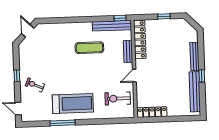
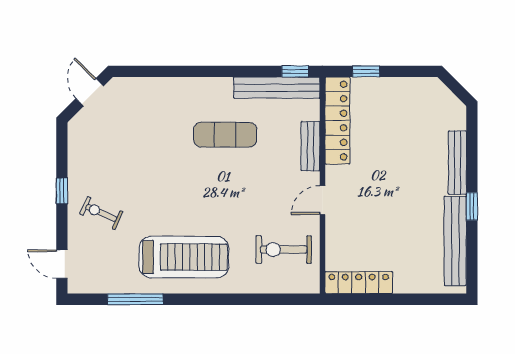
window: (164, 16) -> (366, 71), moved
window: (63, 123) -> (135, 299), moved

